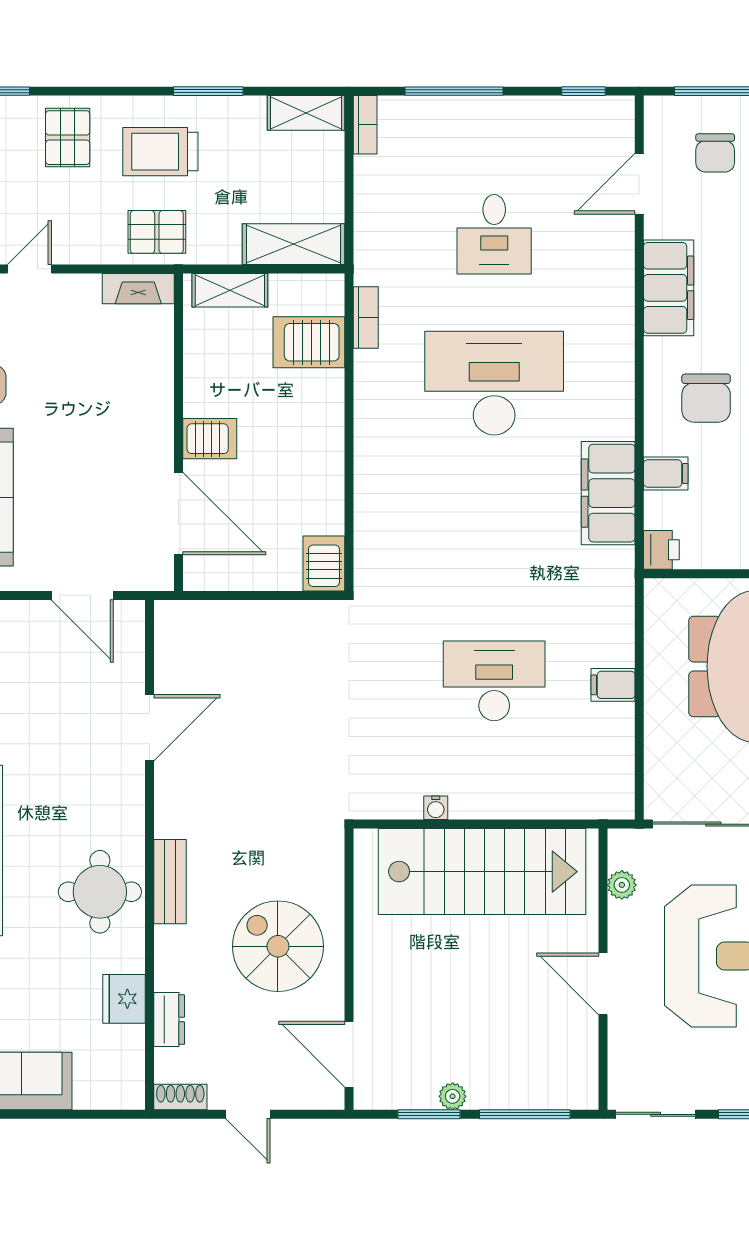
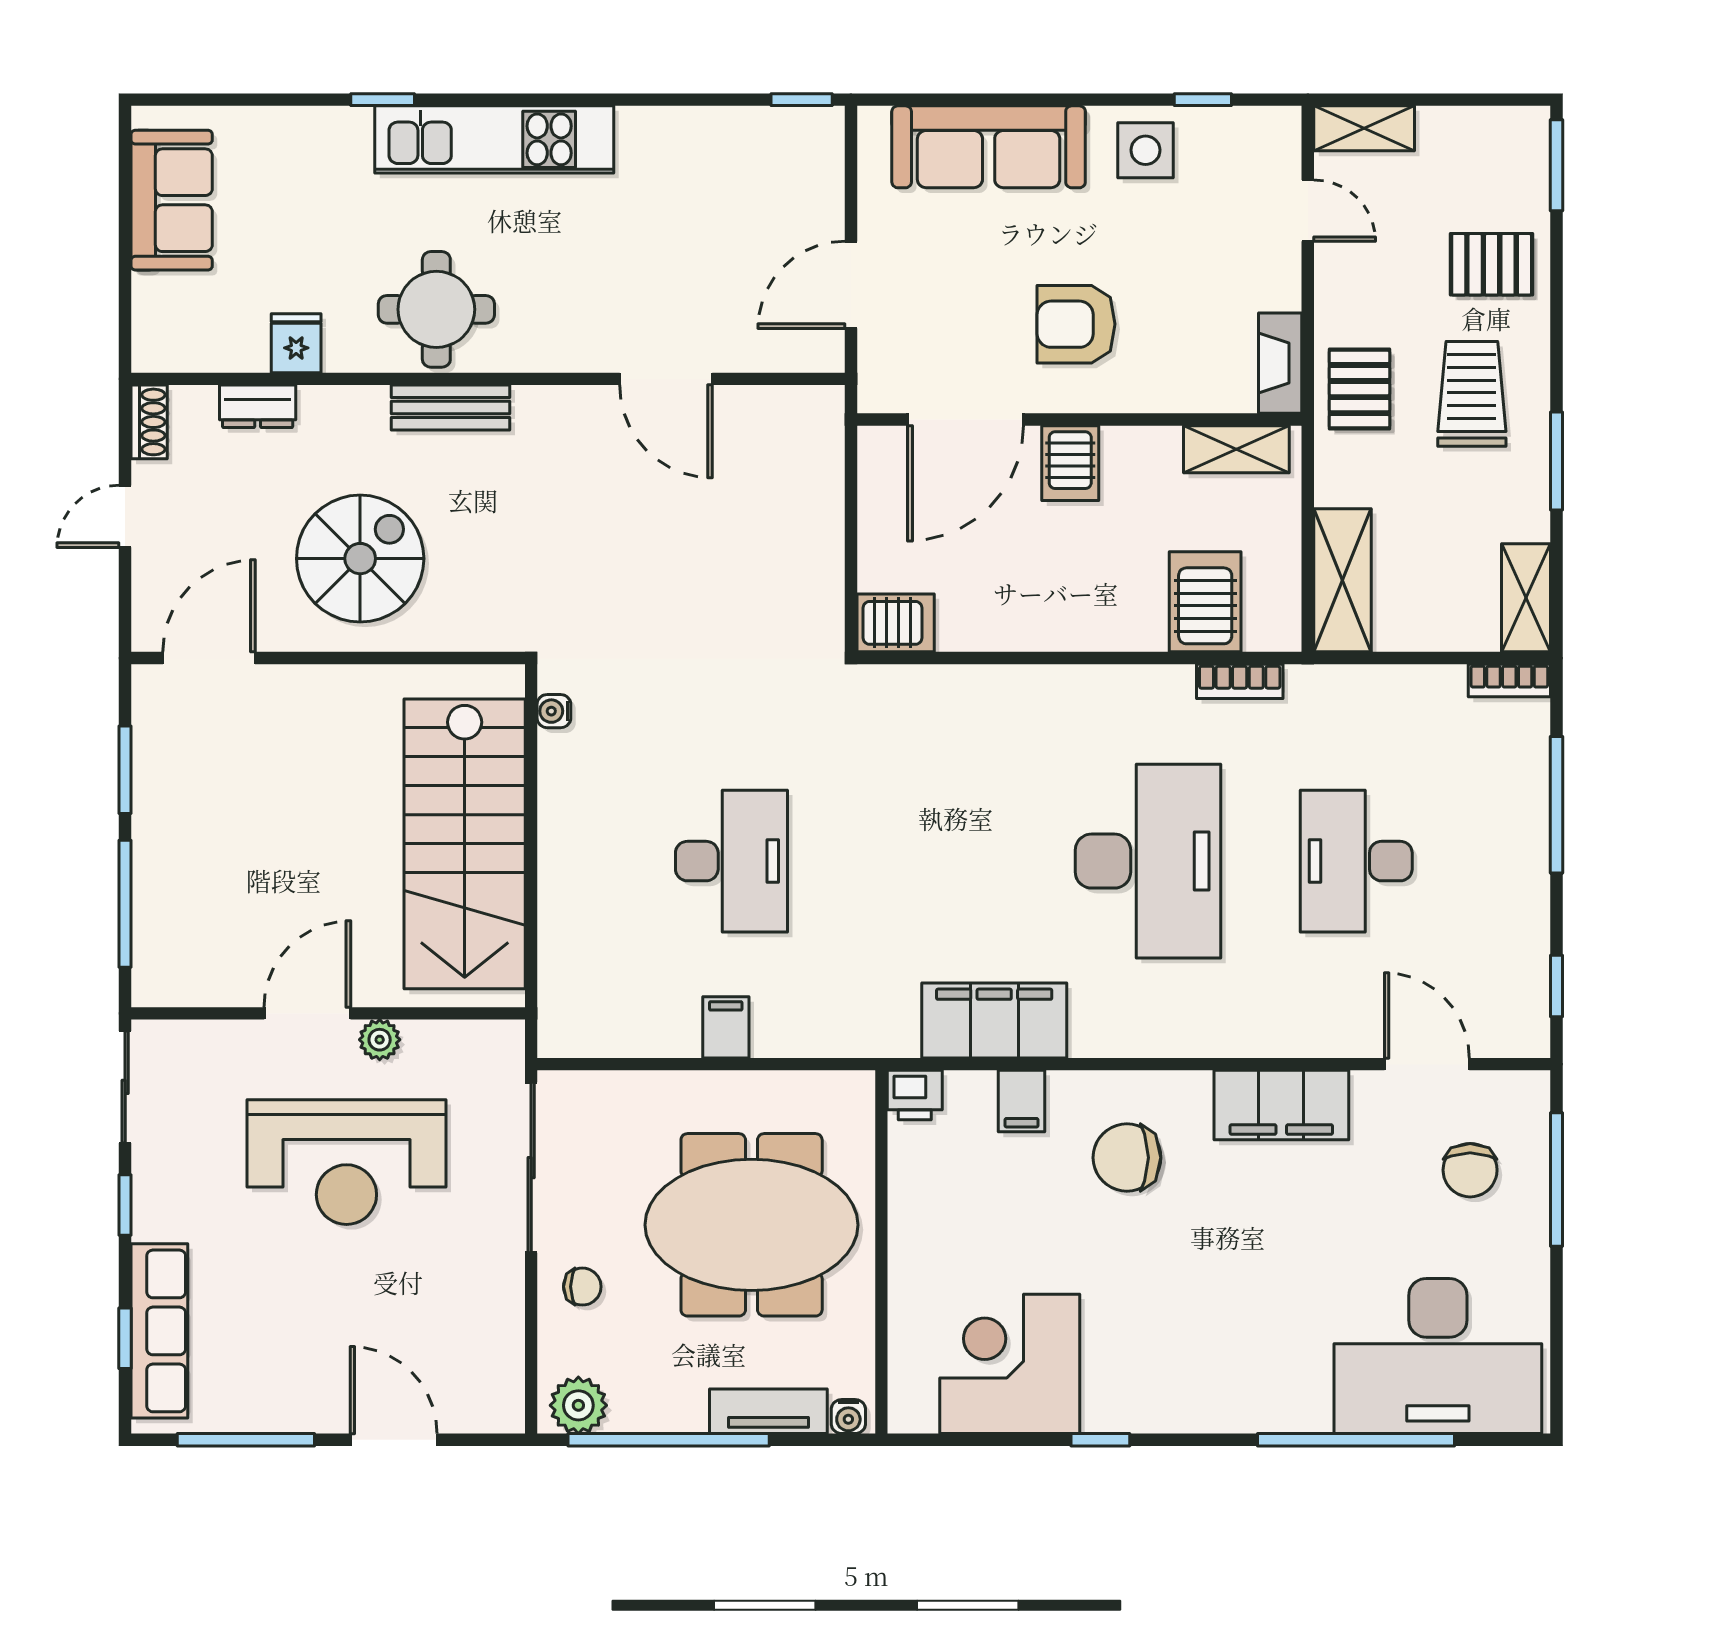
chair: (715, 153) -> (1470, 1170), turned -90
desk: (494, 234) -> (1356, 861), width x1.37
shelving: (230, 290) -> (1236, 449), moved, turned 90
armchair: (110, 435) -> (1076, 324), added
water cooler: (436, 808) -> (554, 711), moved
plant: (622, 885) -> (380, 1040), moved
fridge: (124, 999) -> (296, 343), width x0.72
plant: (453, 1096) -> (150, 803), removed

